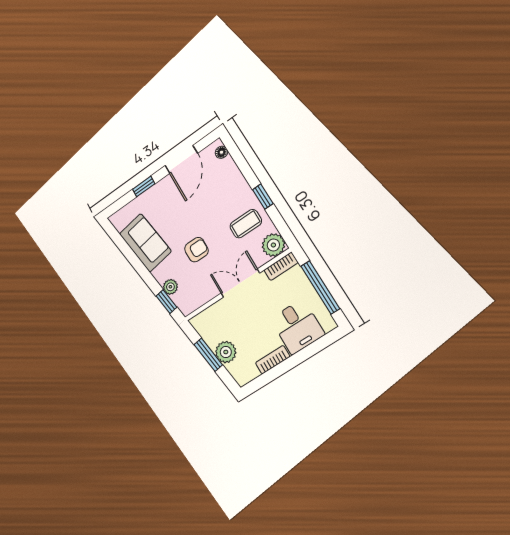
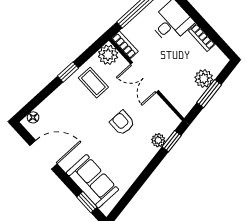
window: (144, 186) -> (87, 202), moved
sofa: (145, 243) -> (92, 181), moved, turned 99

